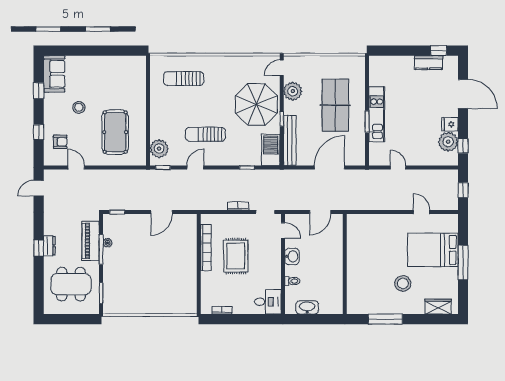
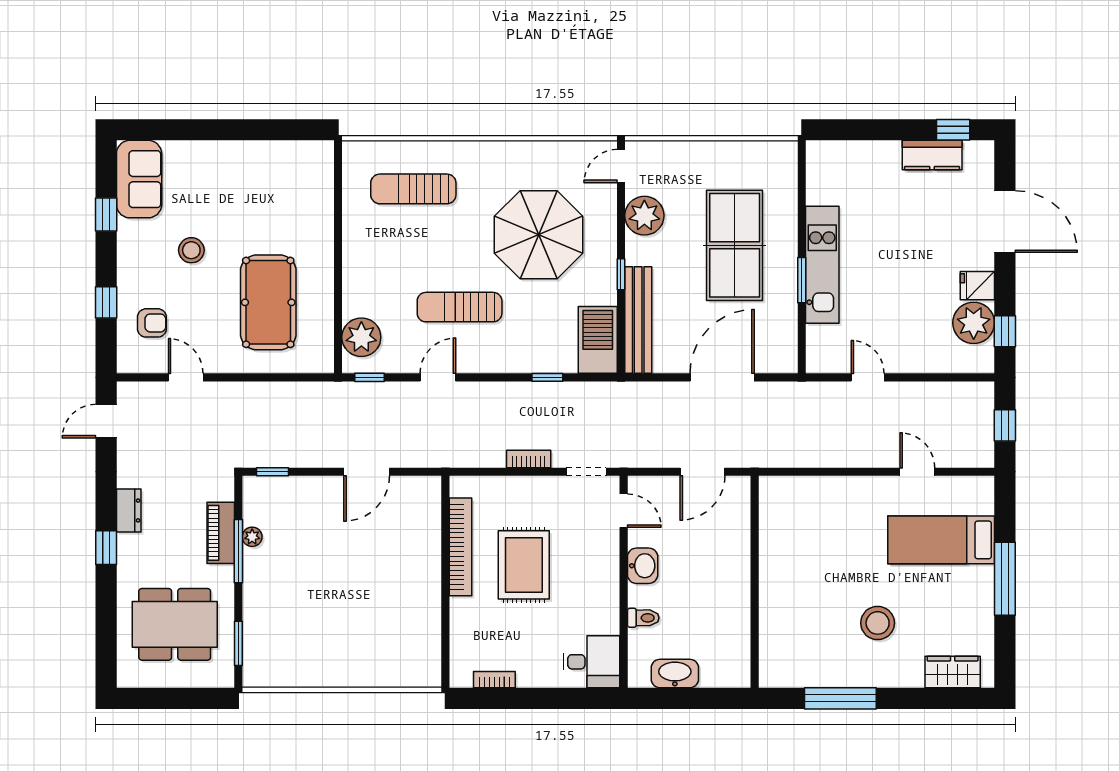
parasol: (256, 105) -> (539, 235), moved
piano: (91, 241) -> (221, 533), width x0.73, depth x0.75
dresser: (49, 246) -> (129, 510), moved
bed: (433, 250) -> (941, 540), width x0.67

